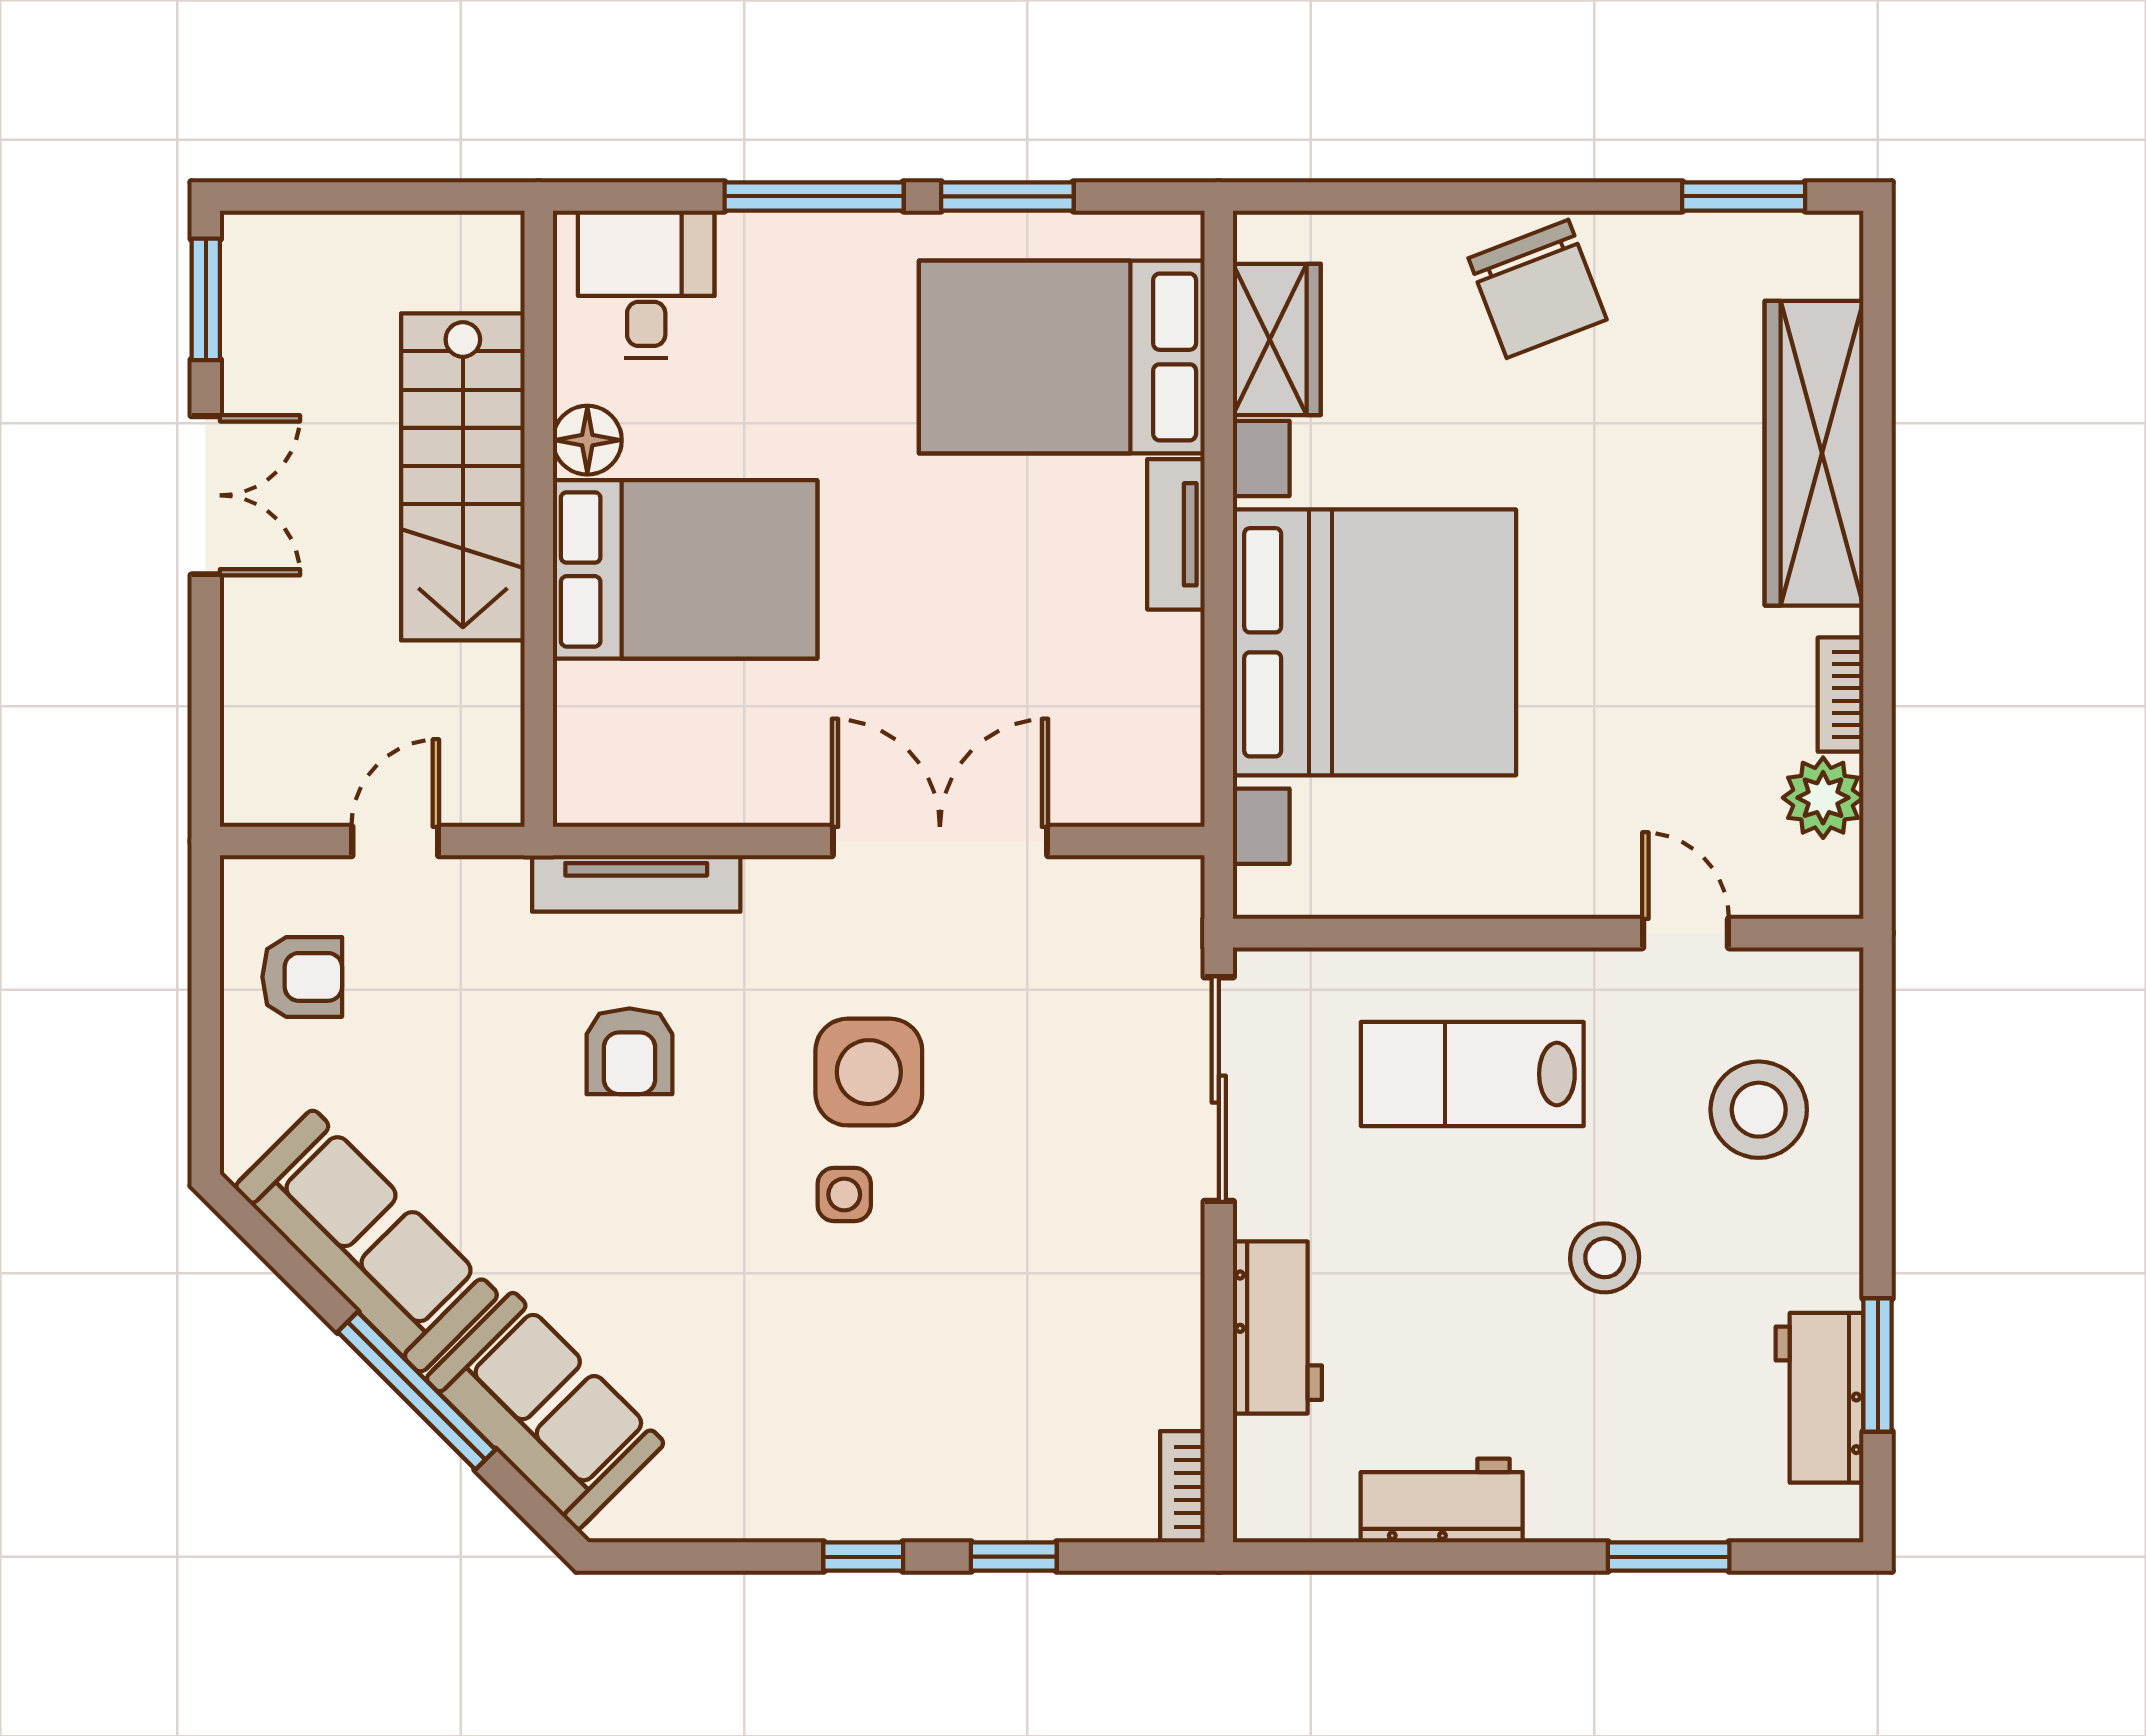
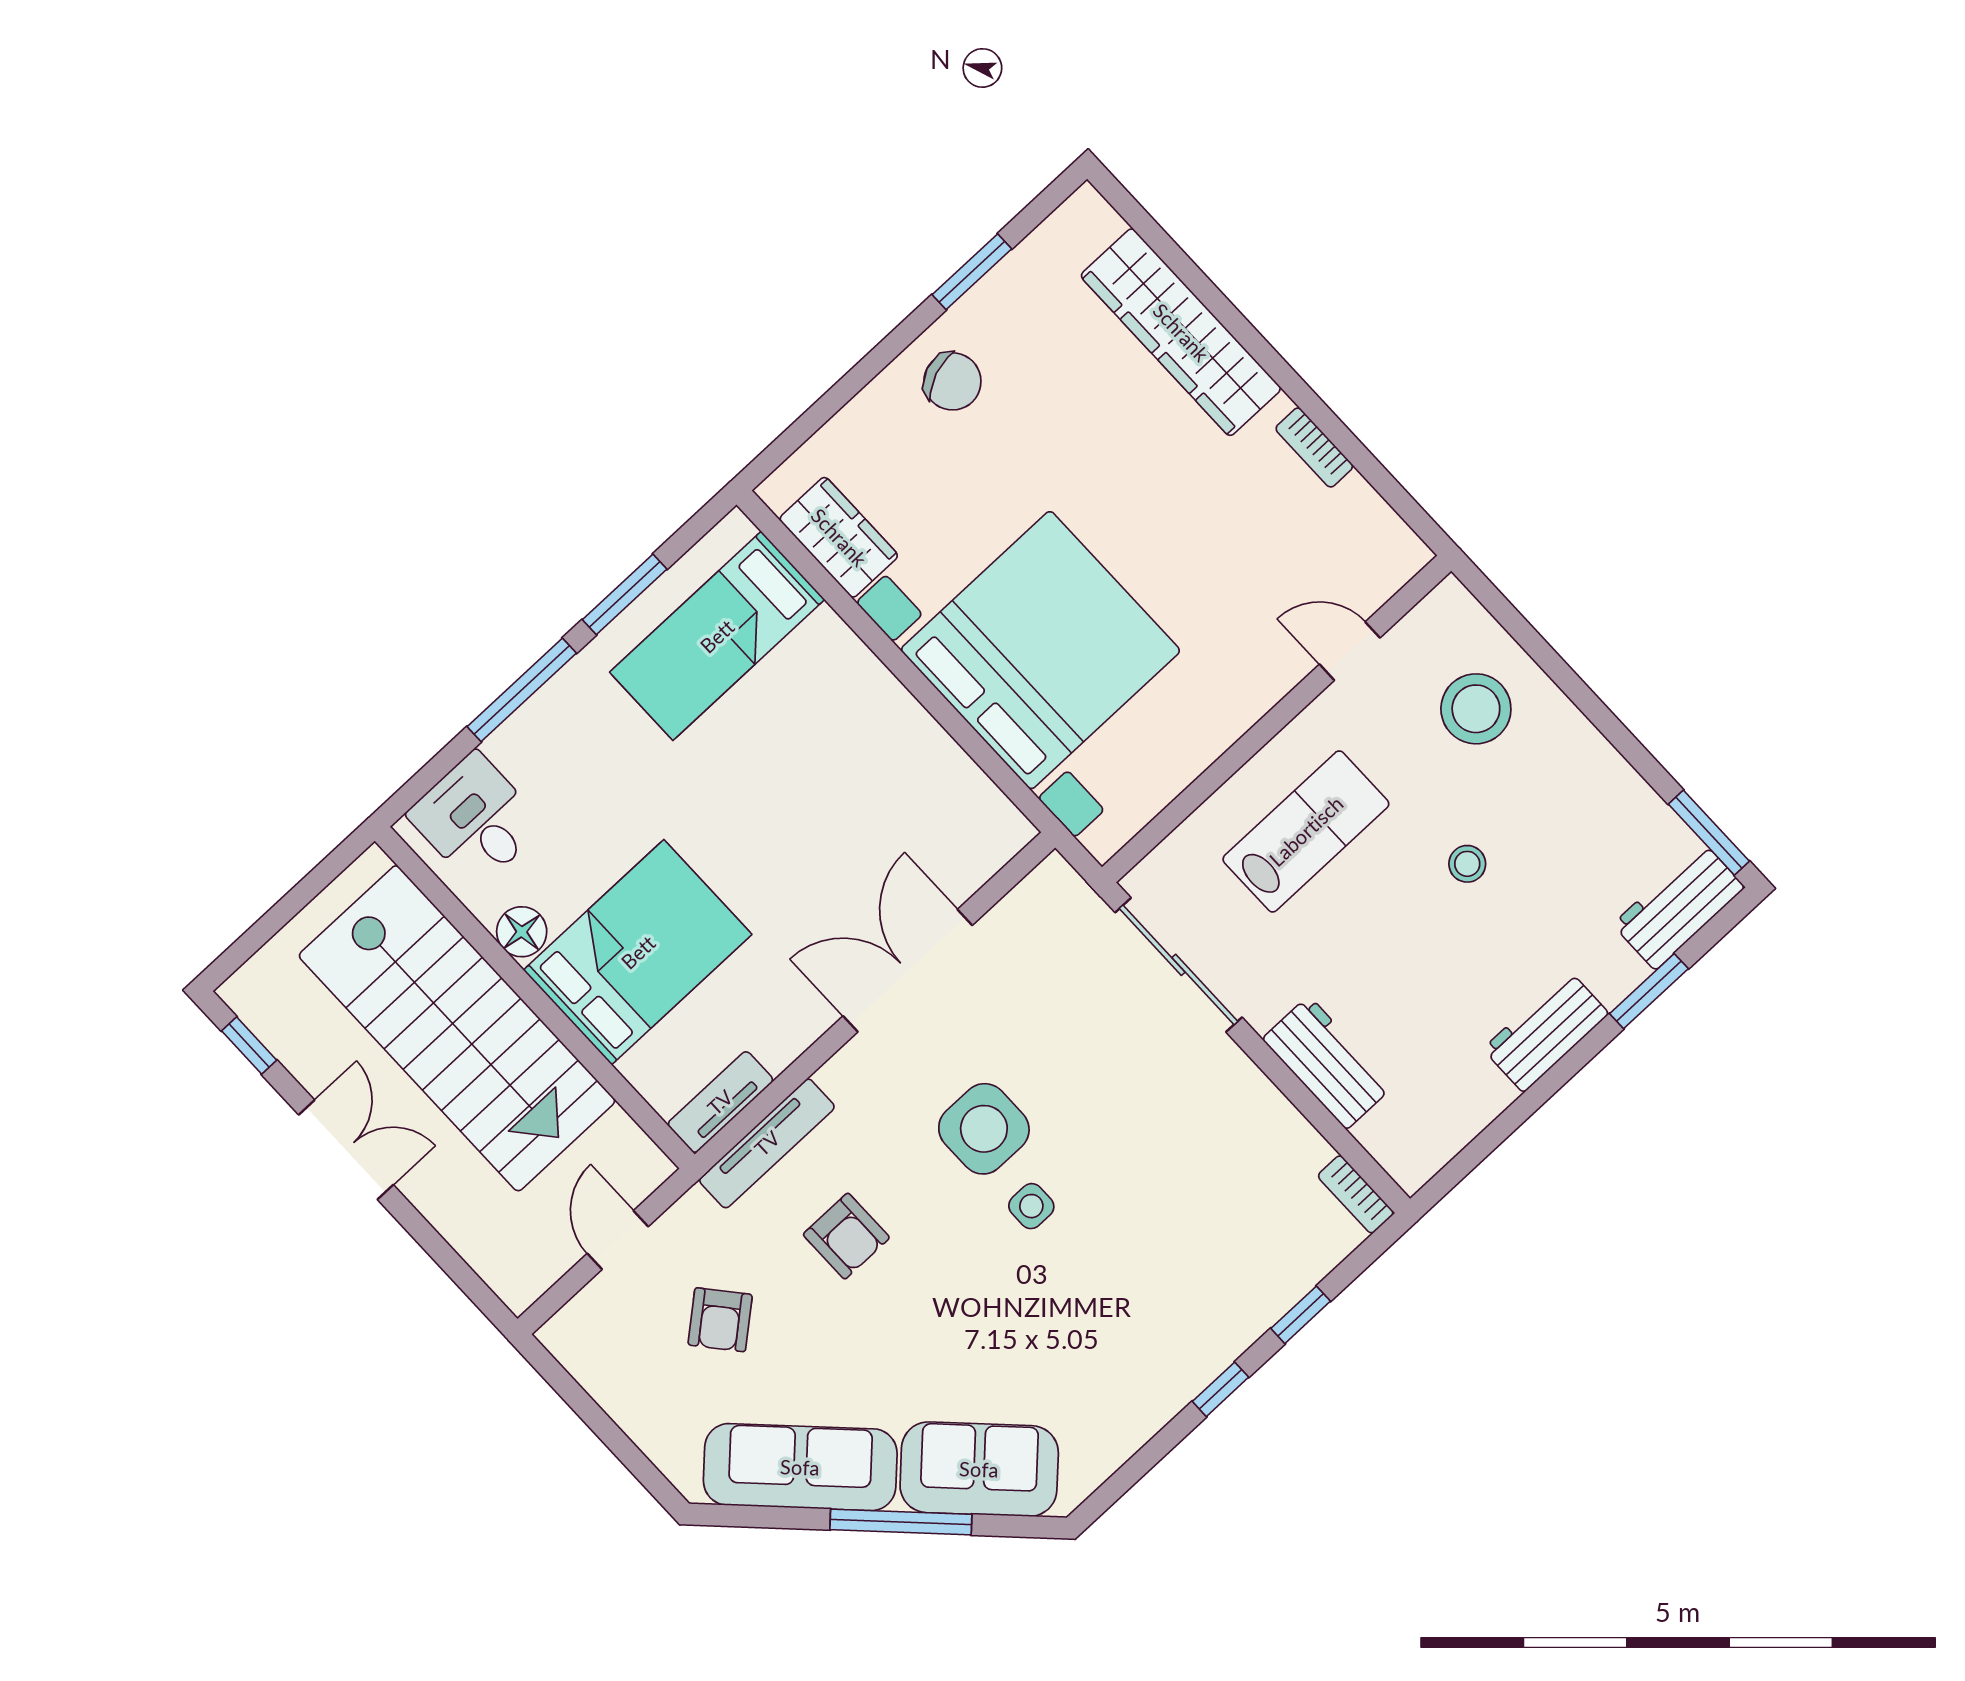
window: (1744, 196) -> (972, 272), moved
chair: (1538, 289) -> (952, 381), width x0.73, depth x0.73
window: (206, 299) -> (249, 1046), width x0.67
bed: (1062, 357) -> (717, 636), width x0.67
stairs: (463, 477) -> (457, 1028), width x1.36, depth x1.51
tv unit: (1176, 534) -> (720, 1102), moved, turned 90
plant: (1823, 798) -> (1356, 511), removed
armchair: (302, 977) -> (720, 1320), moved, turned 140
lab bench: (1472, 1074) -> (1306, 831), turned 180
stool: (1605, 1258) -> (1467, 864), width x0.73, depth x0.73
window: (1878, 1365) -> (1709, 833), moved
workbench: (1820, 1398) -> (1679, 906), moved, turned 90
workbench: (1442, 1500) -> (1546, 1031), moved

